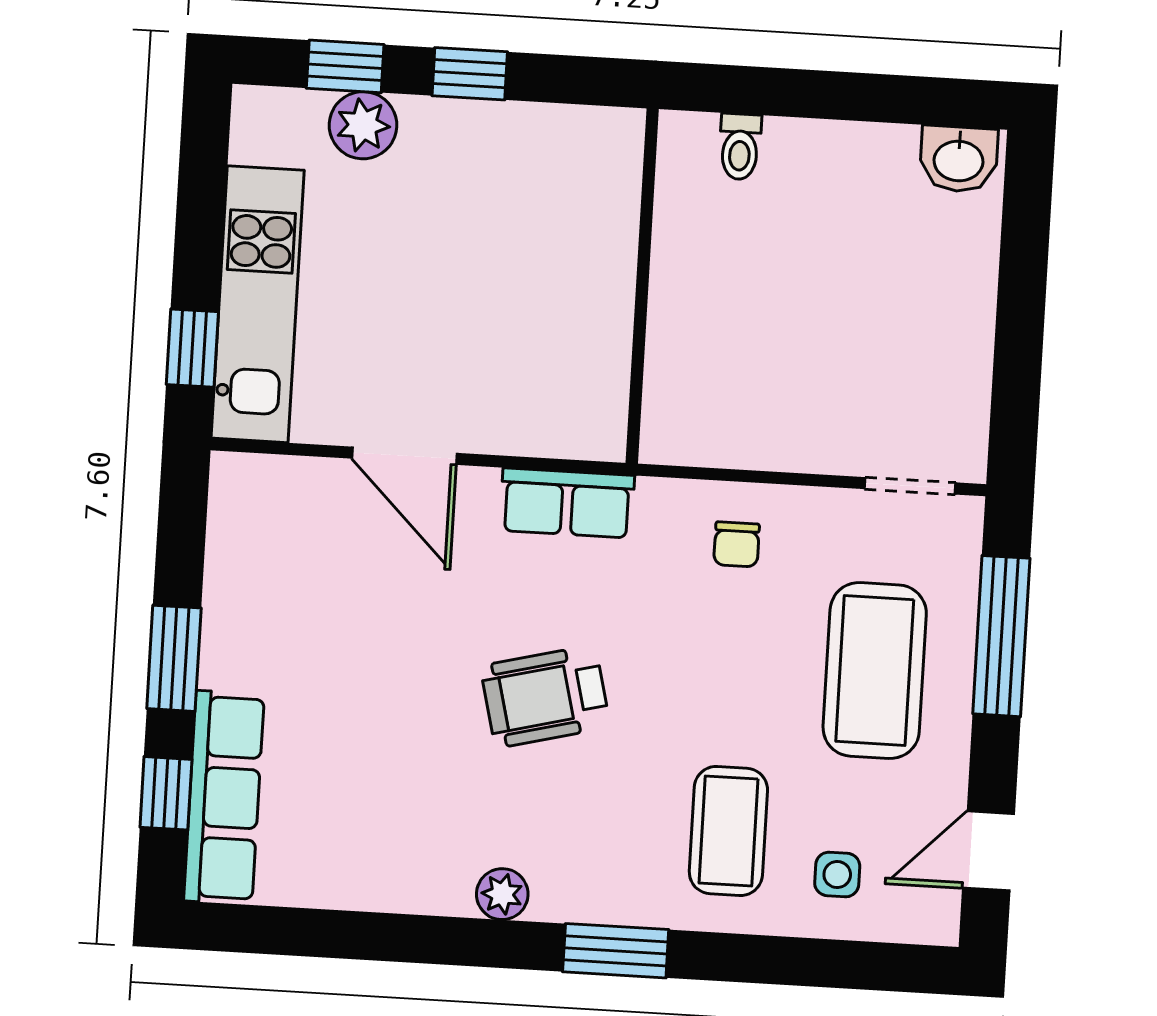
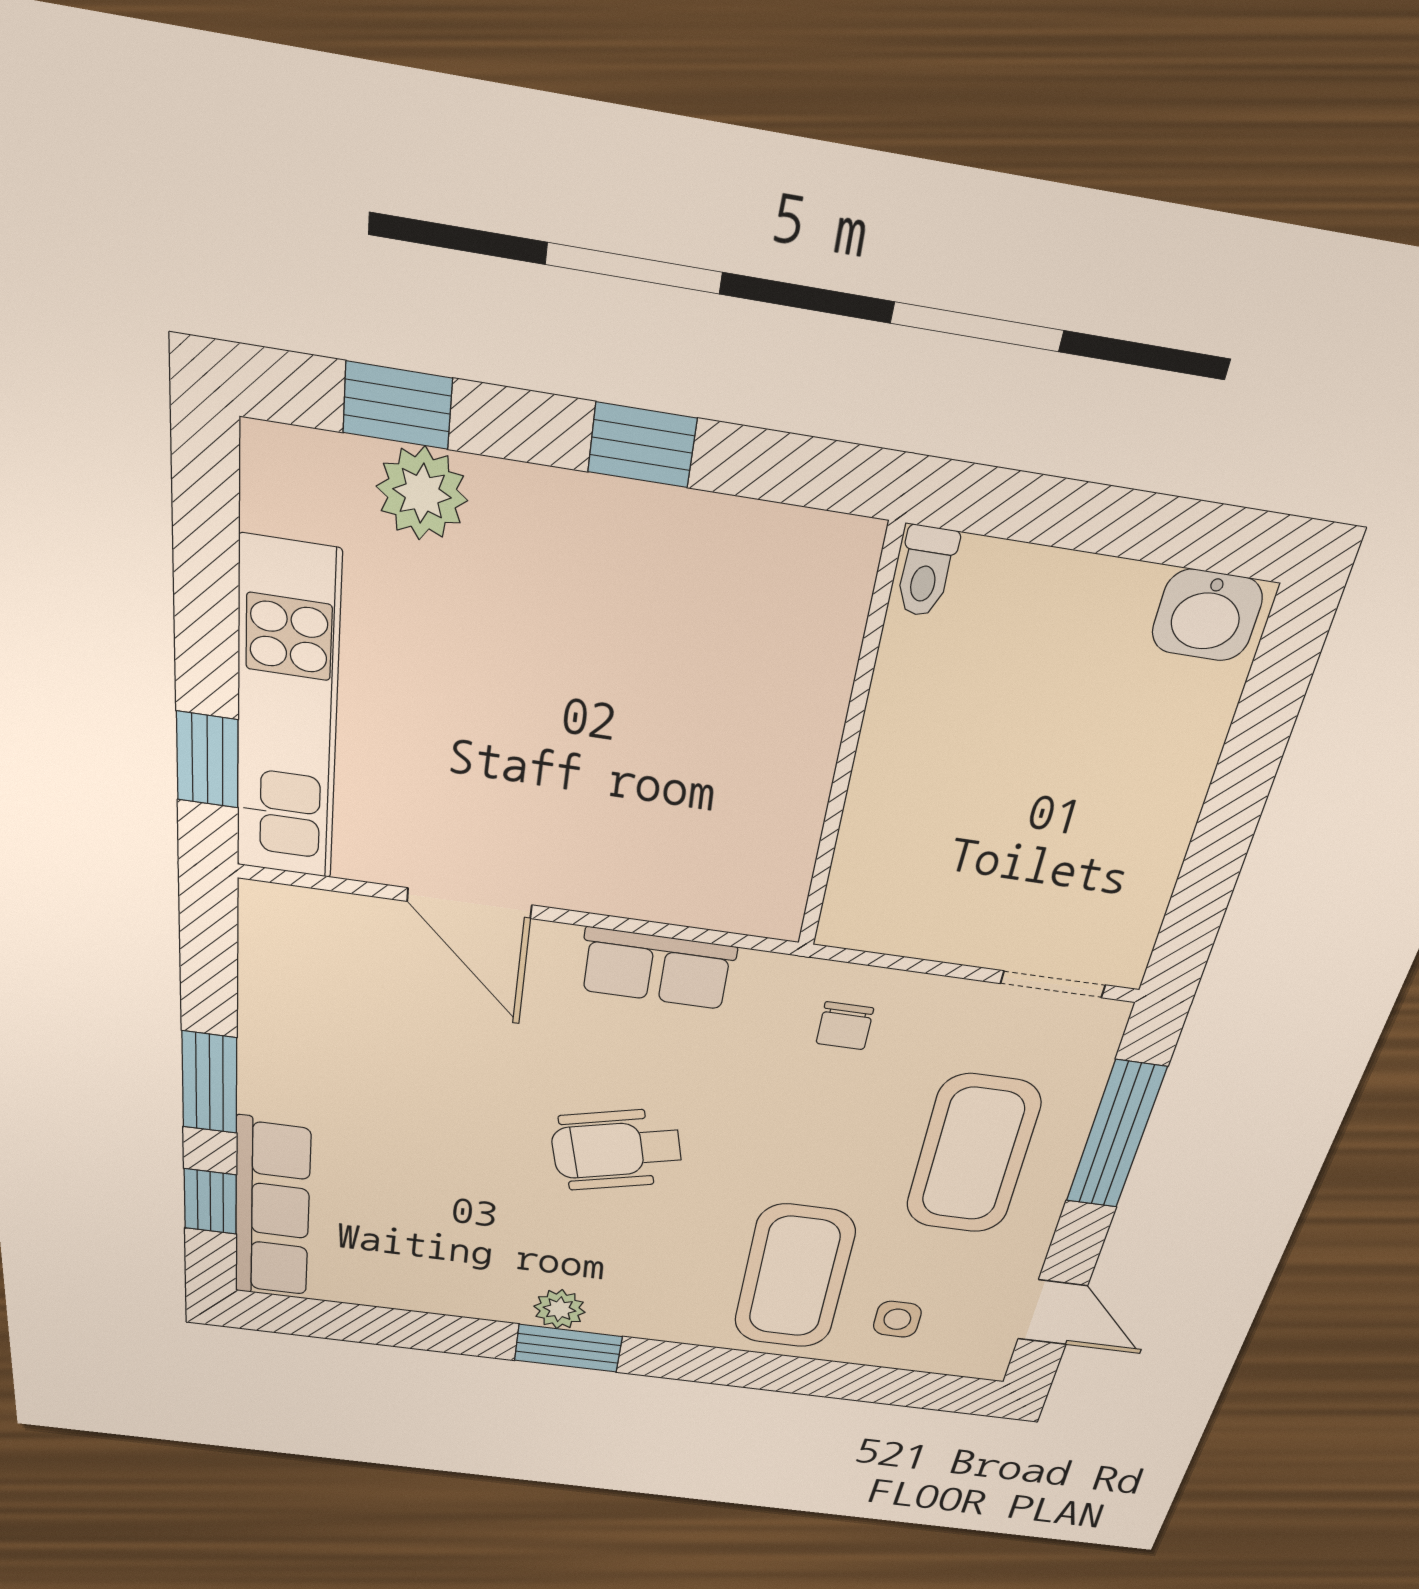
window: (470, 74) -> (642, 445), moved
wall: (642, 286) -> (848, 748), moved
coffee table: (728, 831) -> (794, 1277), width x1.36, depth x1.32
door: (989, 851) -> (1052, 1312), swing flipped
window: (616, 951) -> (568, 1348), moved

